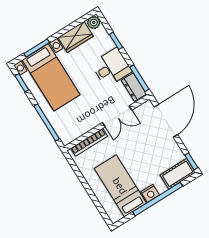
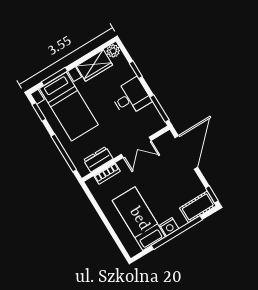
dresser: (134, 87) -> (98, 159), moved, turned 90
bookcase: (89, 142) -> (107, 174), width x0.64

